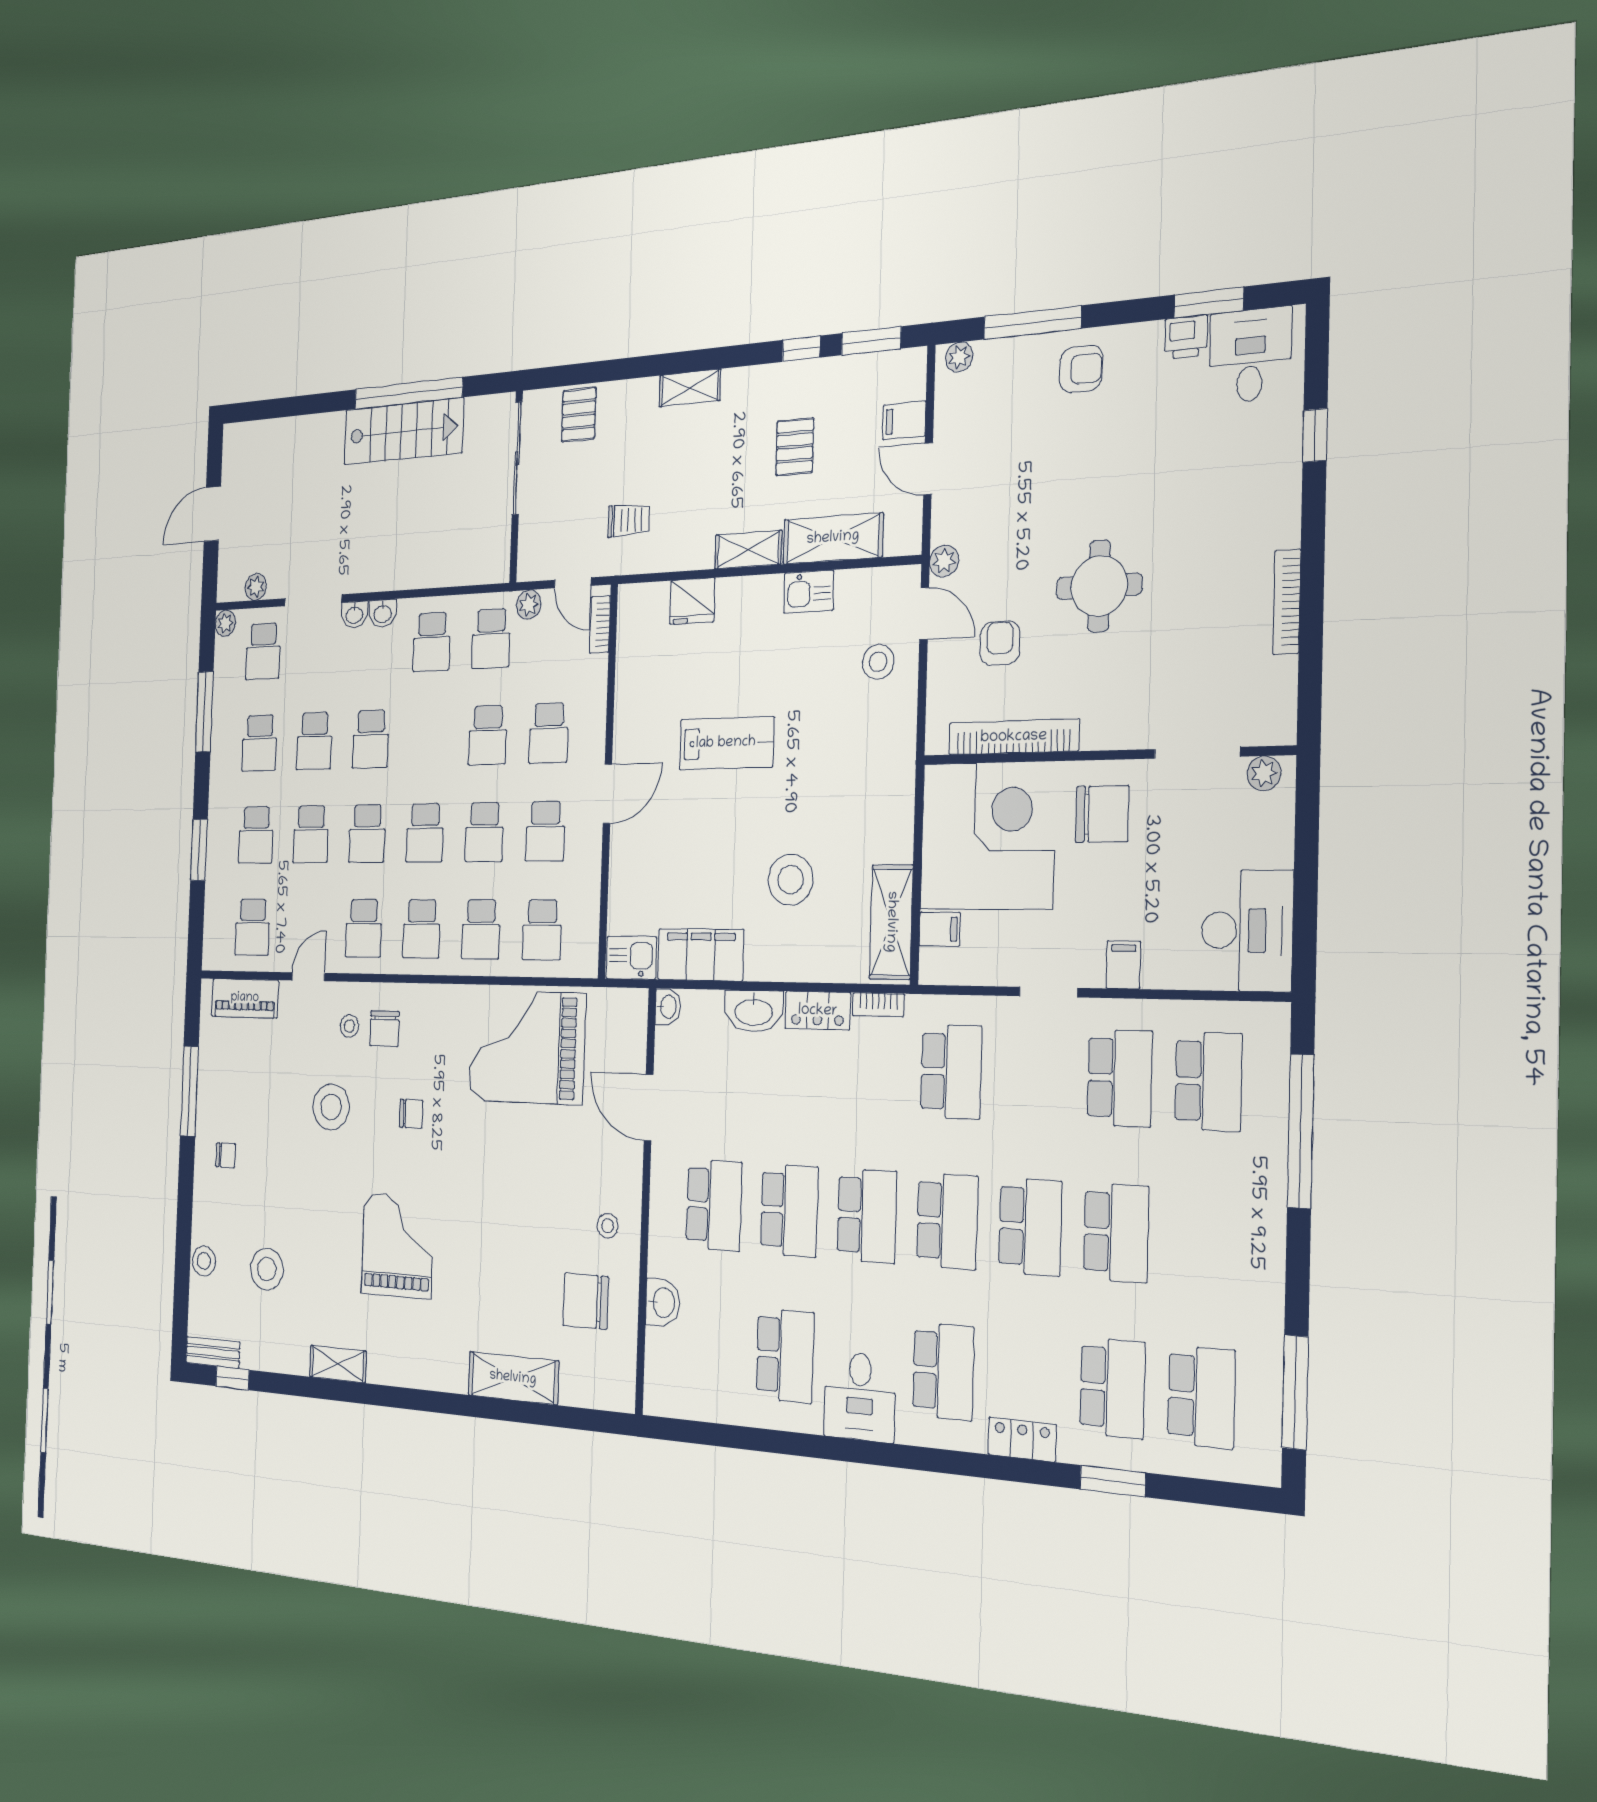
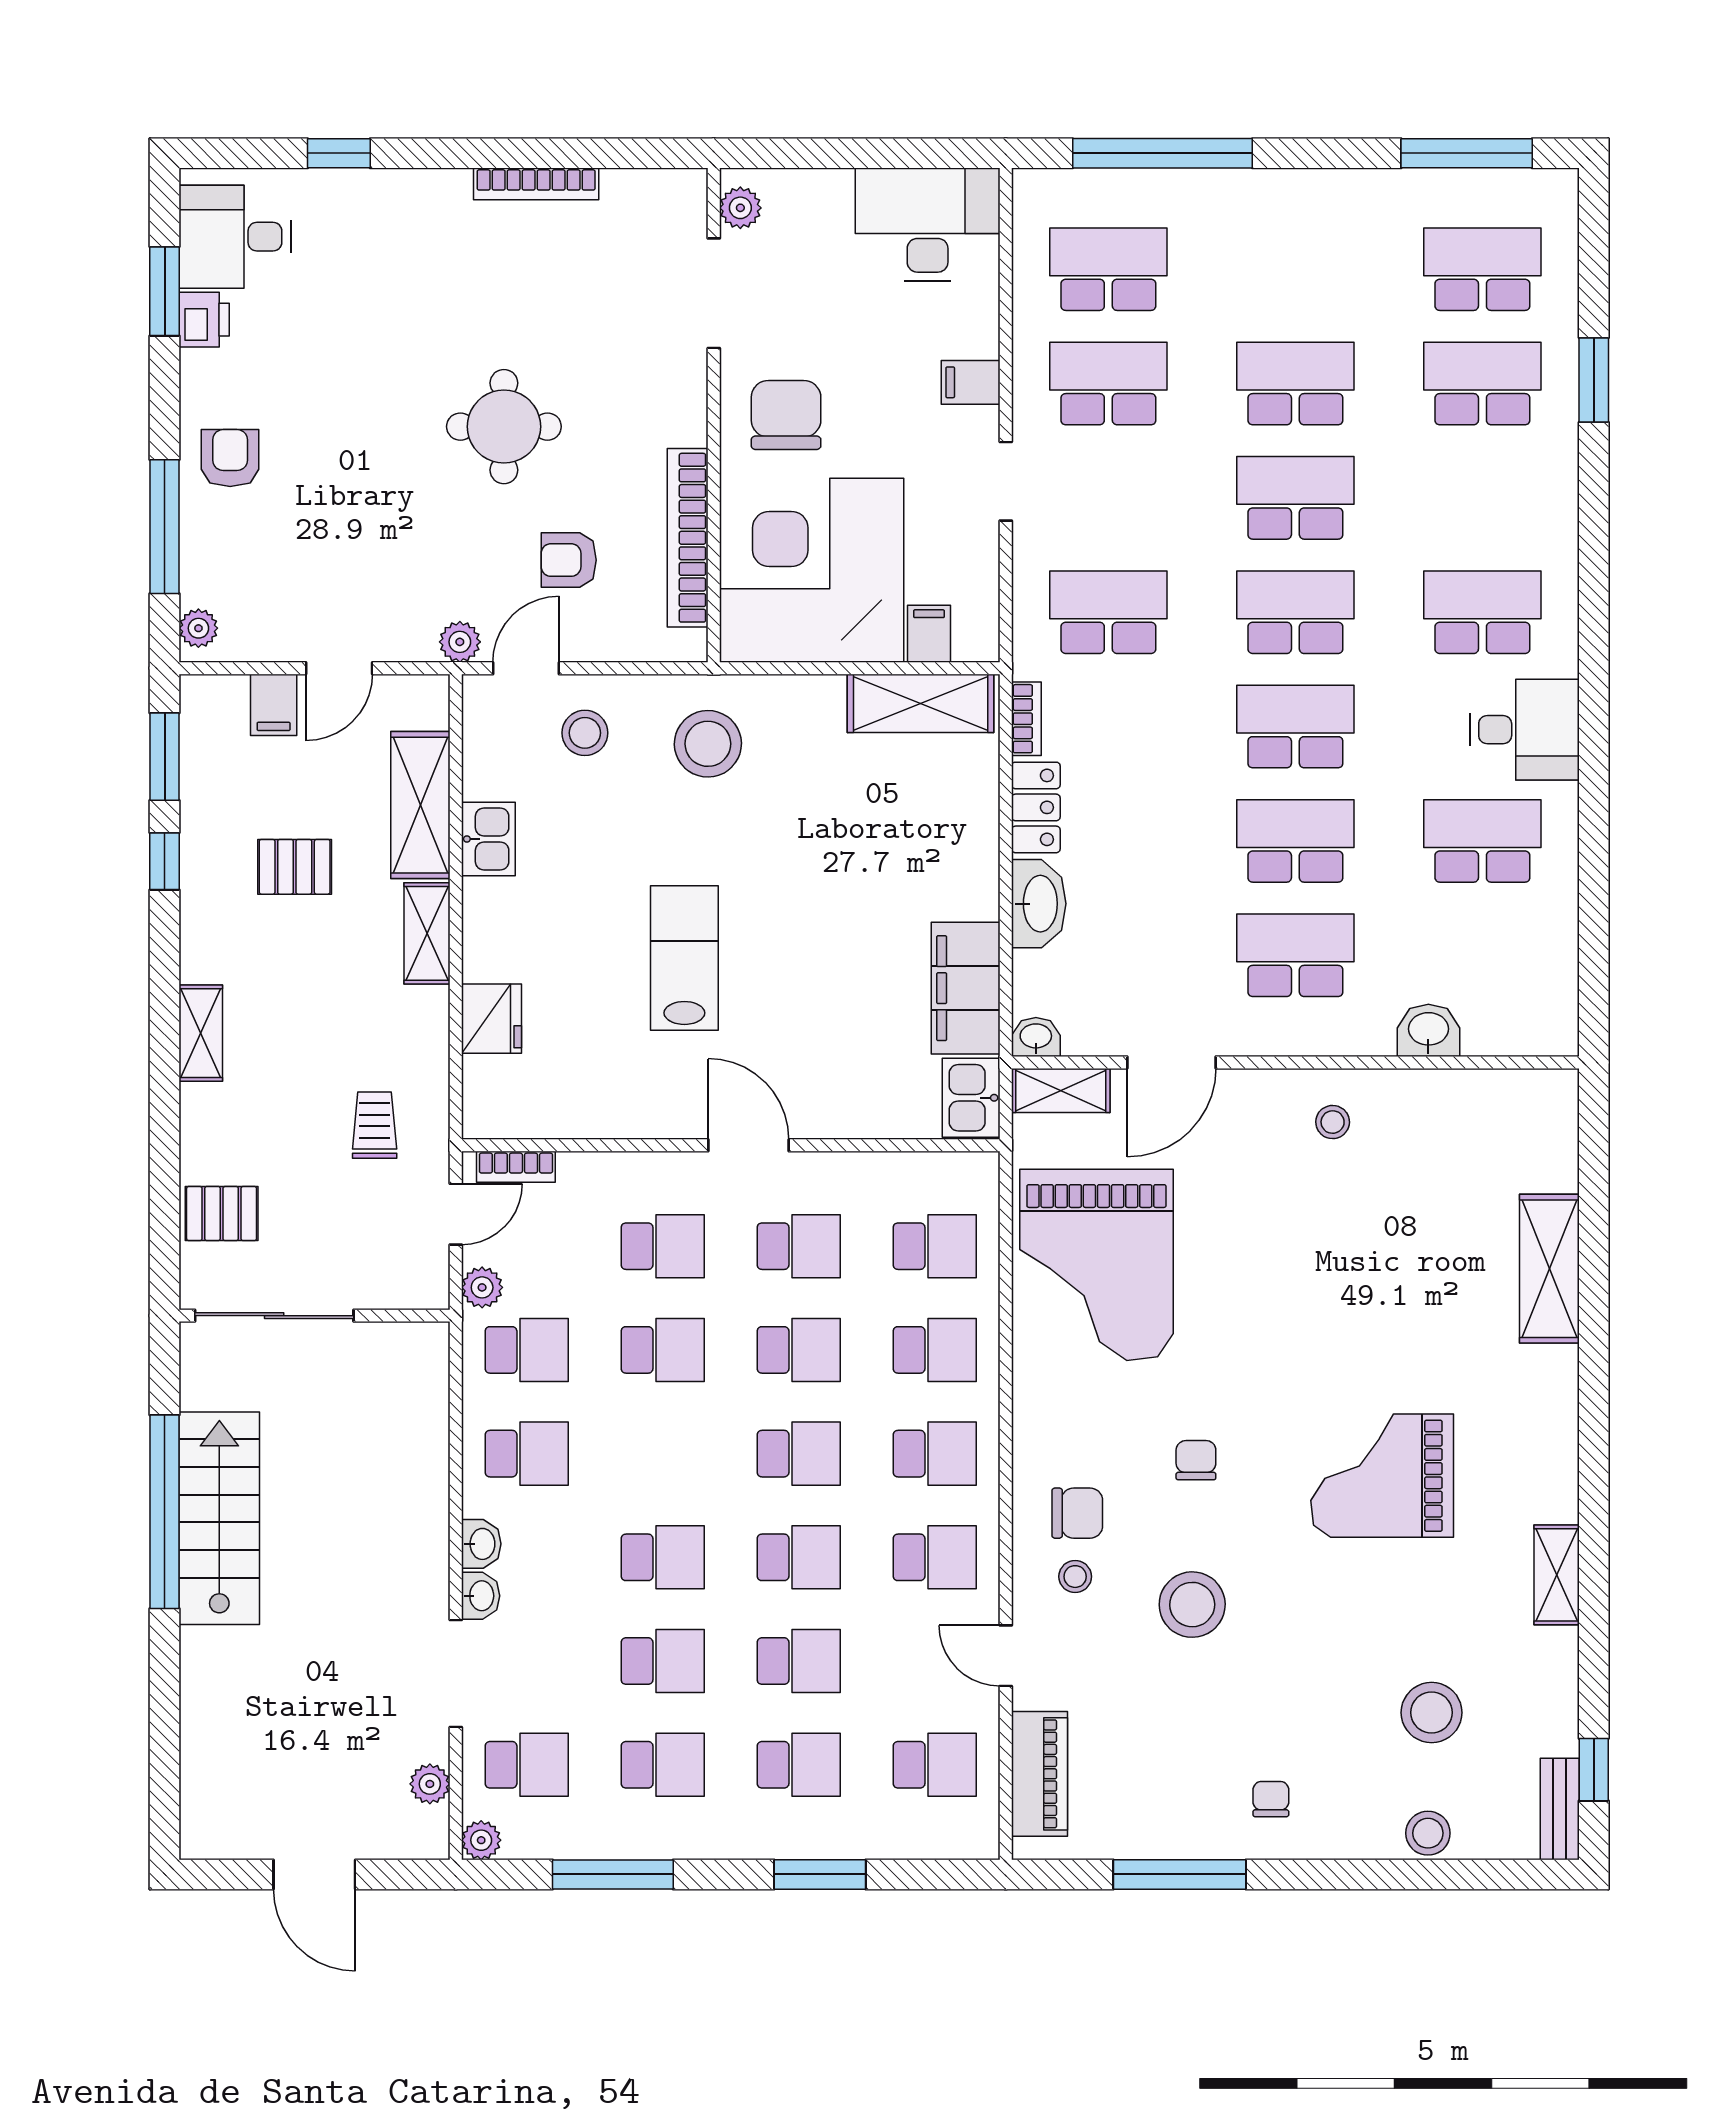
stool: (791, 880) -> (708, 744), moved
shelving: (634, 1024) -> (1061, 1090), added
chair: (586, 1301) -> (1436, 1154), removed
locker: (1022, 1439) -> (1556, 502), removed

